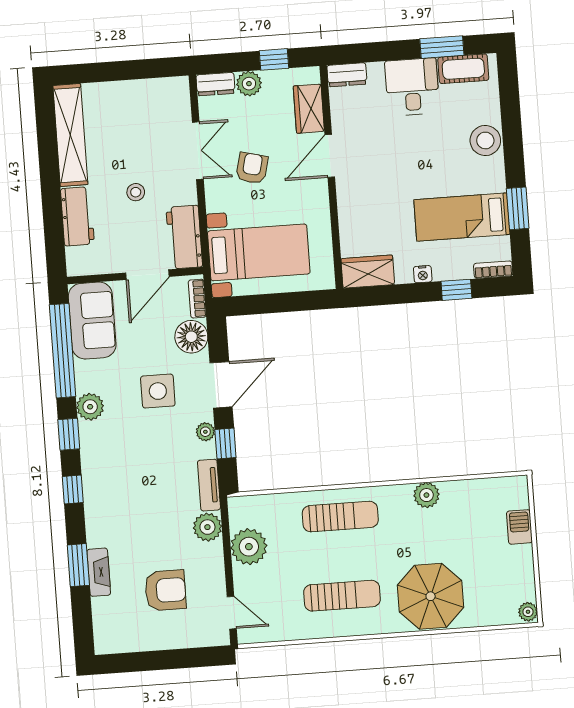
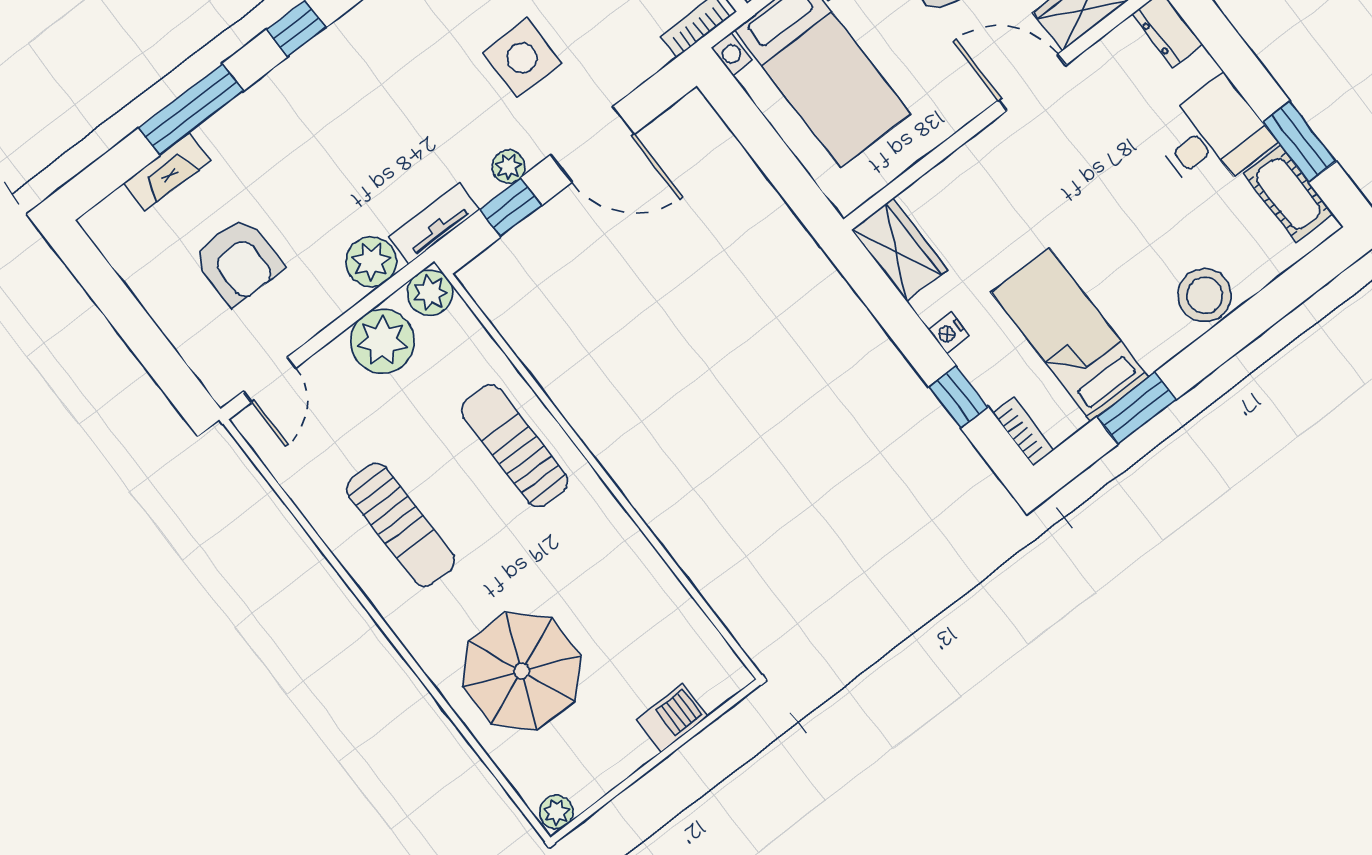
floor lamp: (191, 337) -> (634, 55), removed
plant: (426, 495) -> (430, 293), moved
sun lounger: (340, 517) -> (515, 446), turned 180
window: (78, 565) -> (191, 109), width x1.44
fireplace: (99, 572) -> (167, 172), moved
parasol: (431, 596) -> (522, 671), moved

